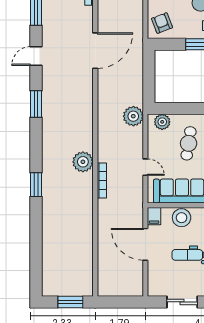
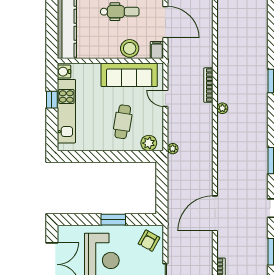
armchair: (162, 23) -> (149, 241), turned 50
plant: (133, 116) -> (173, 149), width x0.53, depth x0.53
plant: (83, 162) -> (222, 108), width x0.53, depth x0.53

